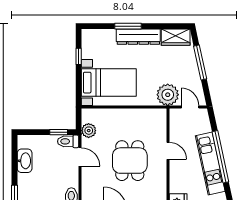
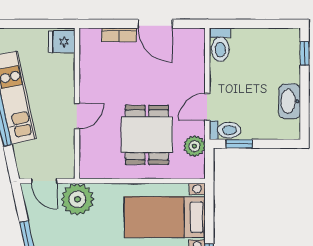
door: (168, 151) -> (77, 116), swing flipped
door: (80, 157) -> (207, 107), hinge flipped
dining table: (130, 161) -> (147, 135), moved

